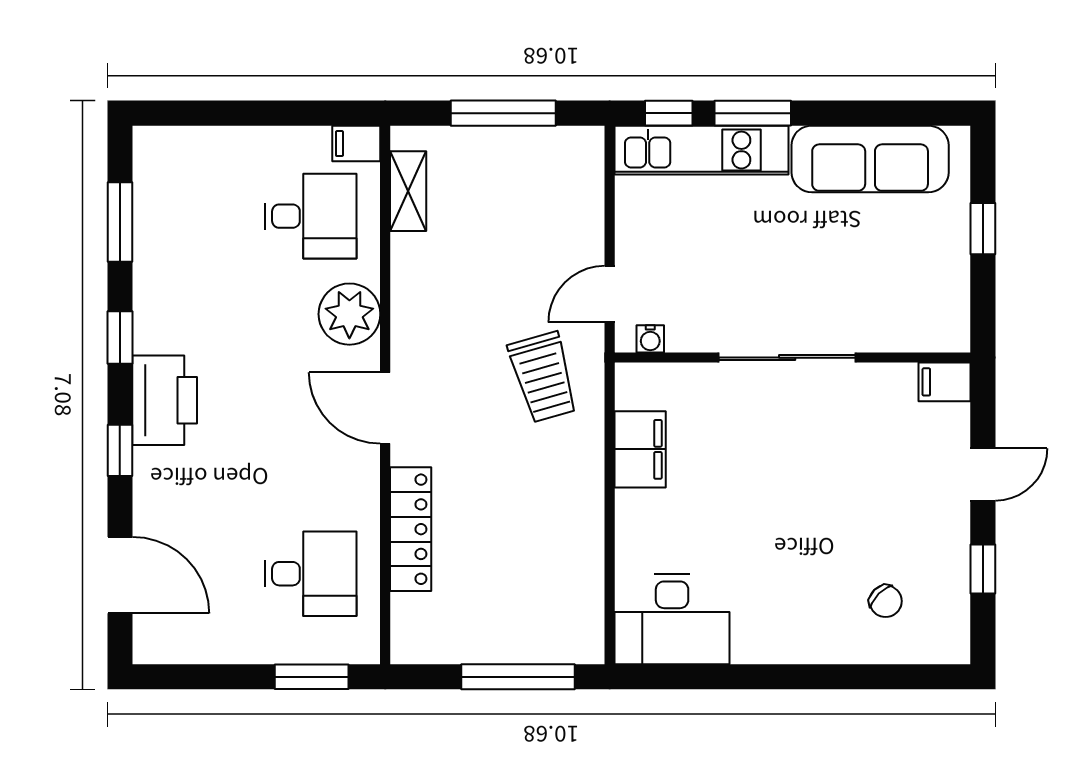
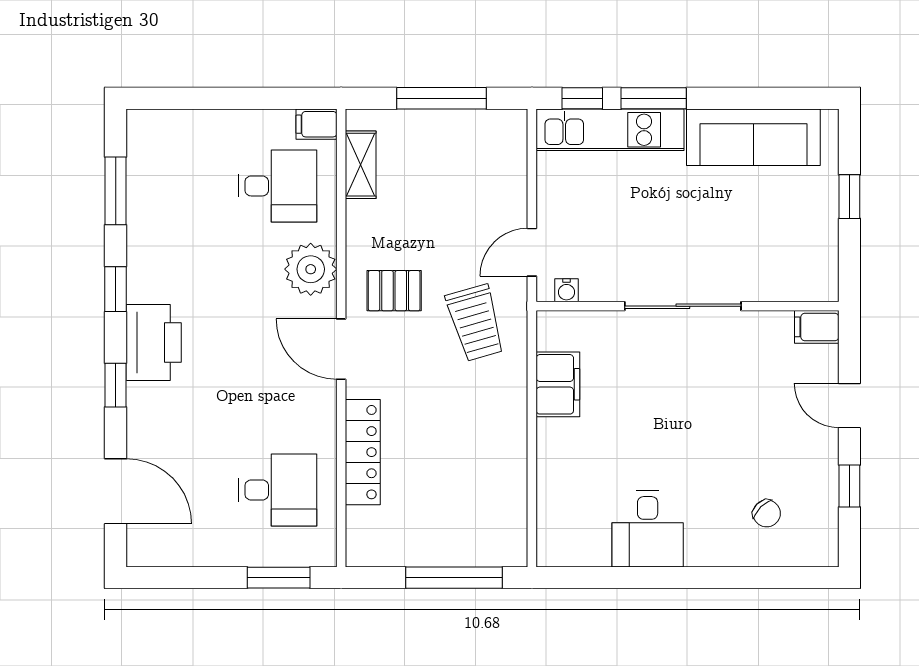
pallet: (448, 339) -> (394, 291), added
door: (983, 474) -> (849, 406), swing flipped
desk: (672, 619) -> (648, 529), moved, width x0.73

